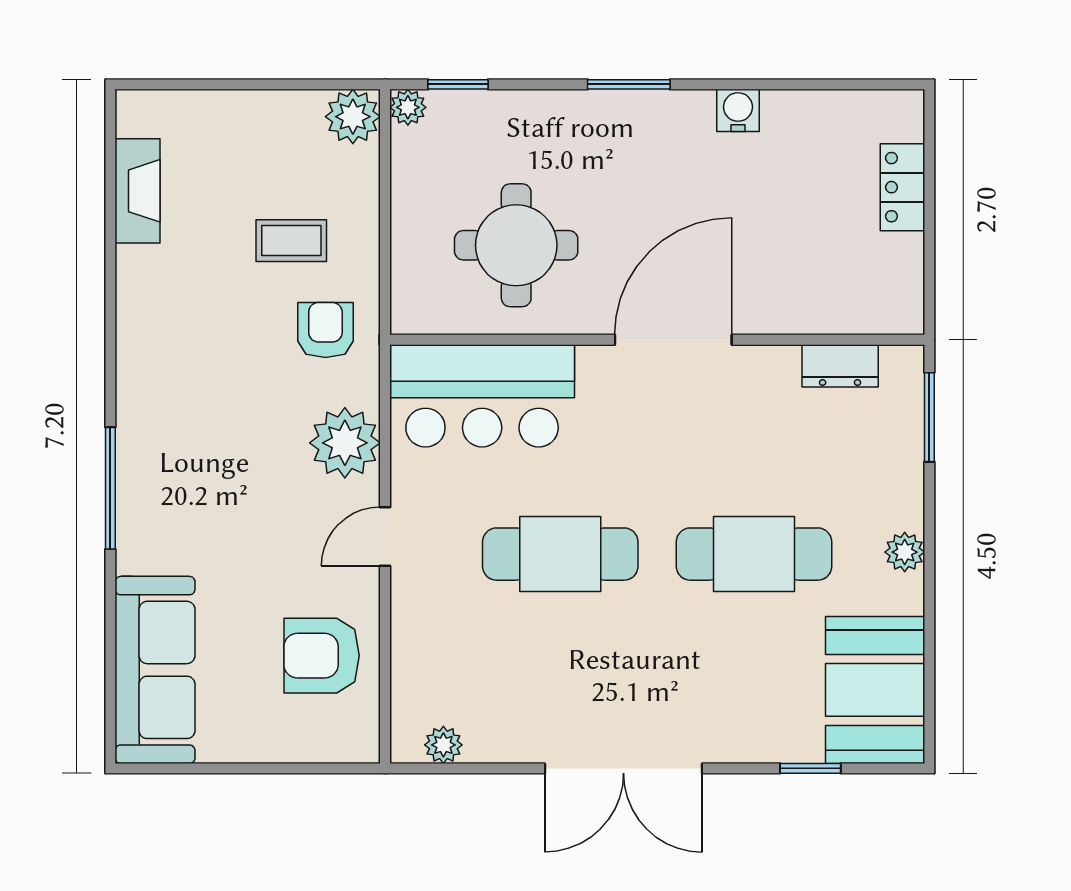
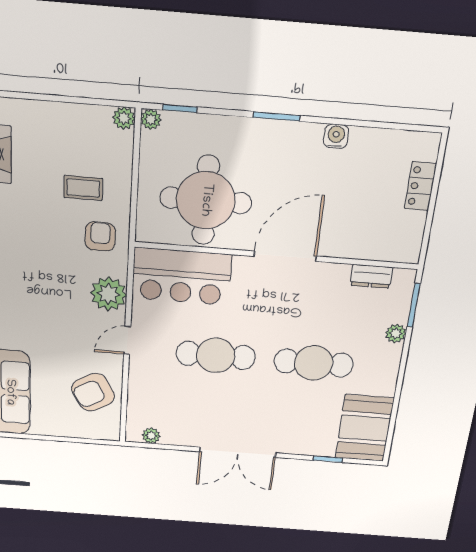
plant: (353, 117) -> (124, 118), width x0.73, depth x0.73
round table: (516, 245) -> (206, 200), width x1.36, depth x1.36
plant: (905, 552) -> (396, 333), moved
armchair: (322, 656) -> (93, 392), turned -30

